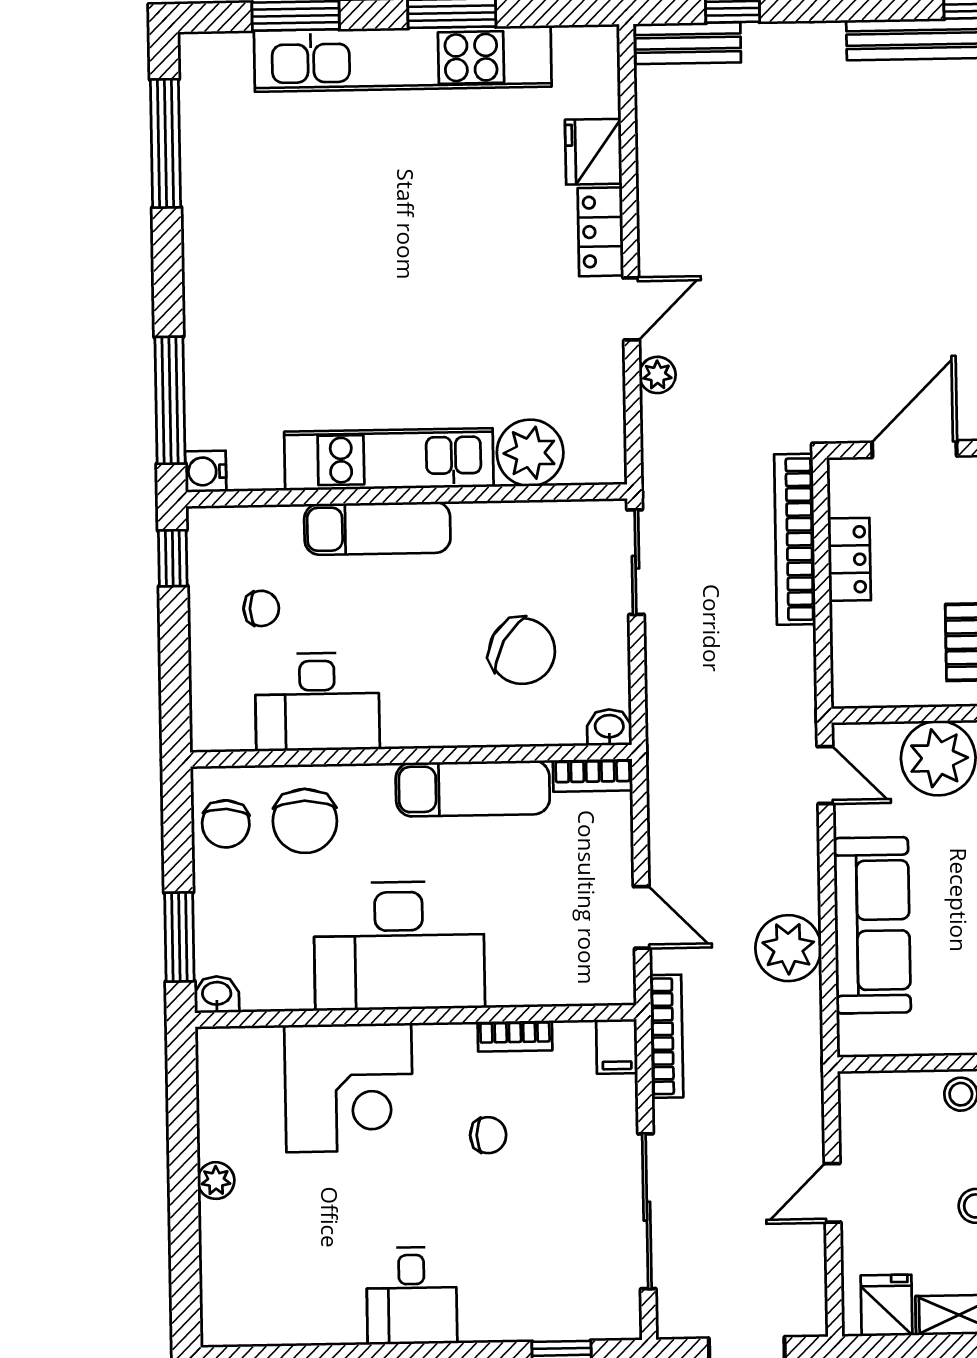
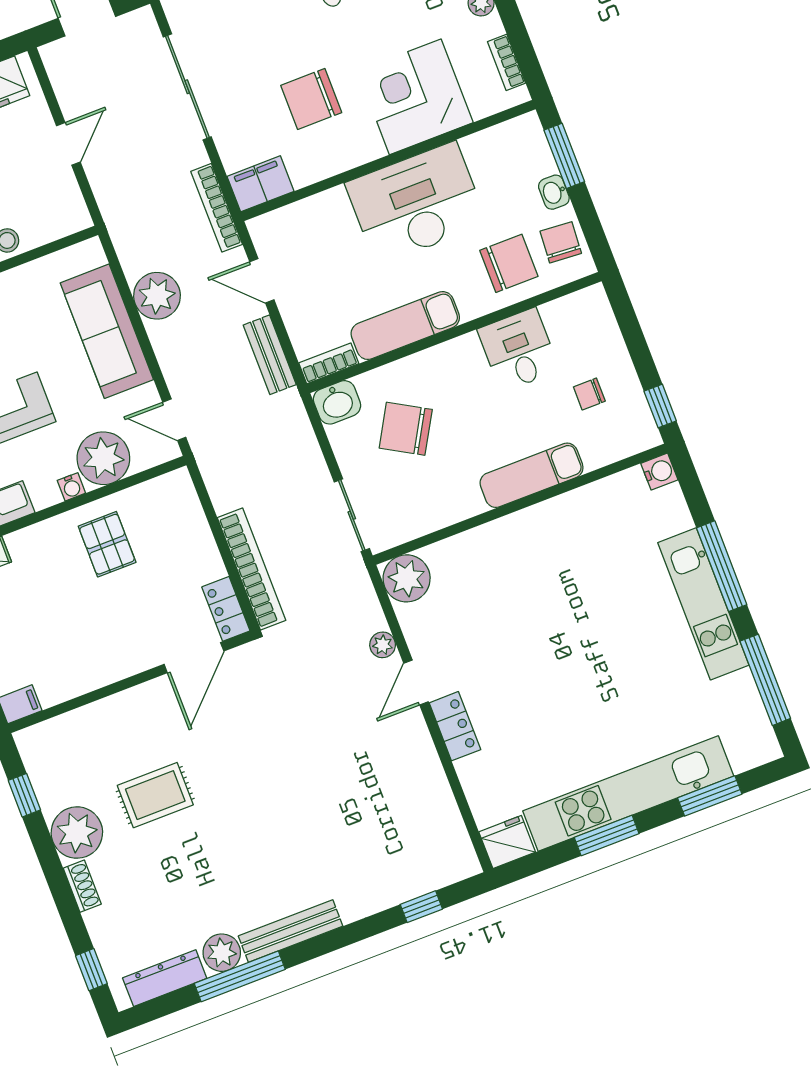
bench: (688, 43) -> (270, 355), moved, turned 90
fridge: (593, 152) -> (507, 842), moved, turned -90
window: (170, 400) -> (722, 566), moved
plant: (530, 453) -> (407, 578), moved
kitchen unit: (389, 459) -> (703, 604), moved, turned 90
locker: (849, 559) -> (226, 609), moved
desk: (317, 702) -> (518, 350), width x0.73
washbasin: (609, 727) -> (337, 402), width x1.38, depth x1.45
chair: (305, 821) -> (509, 263), turned 90
washbasin: (217, 994) -> (554, 192), moved, turned 90
bookcase: (515, 1036) -> (507, 62), moved, turned -90
filing cabinet: (617, 1046) -> (261, 184), width x2.00
chair: (488, 1135) -> (311, 99), width x1.87, depth x1.87

